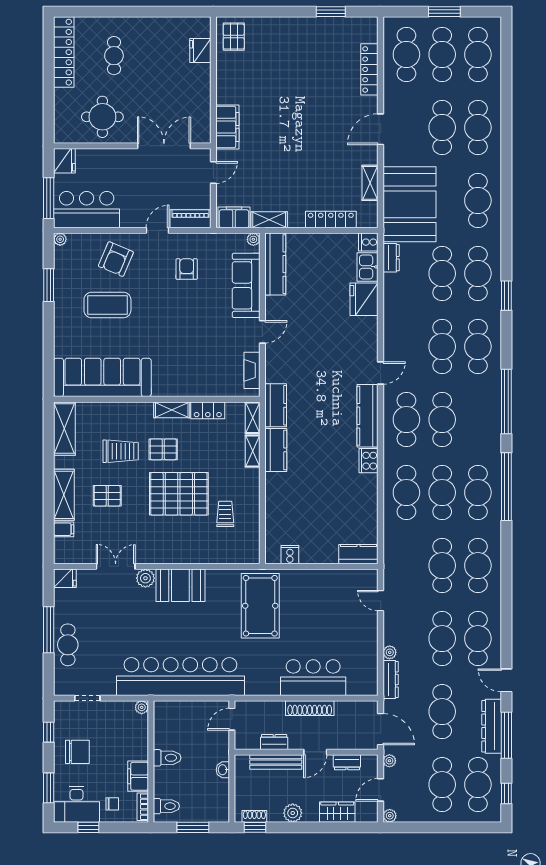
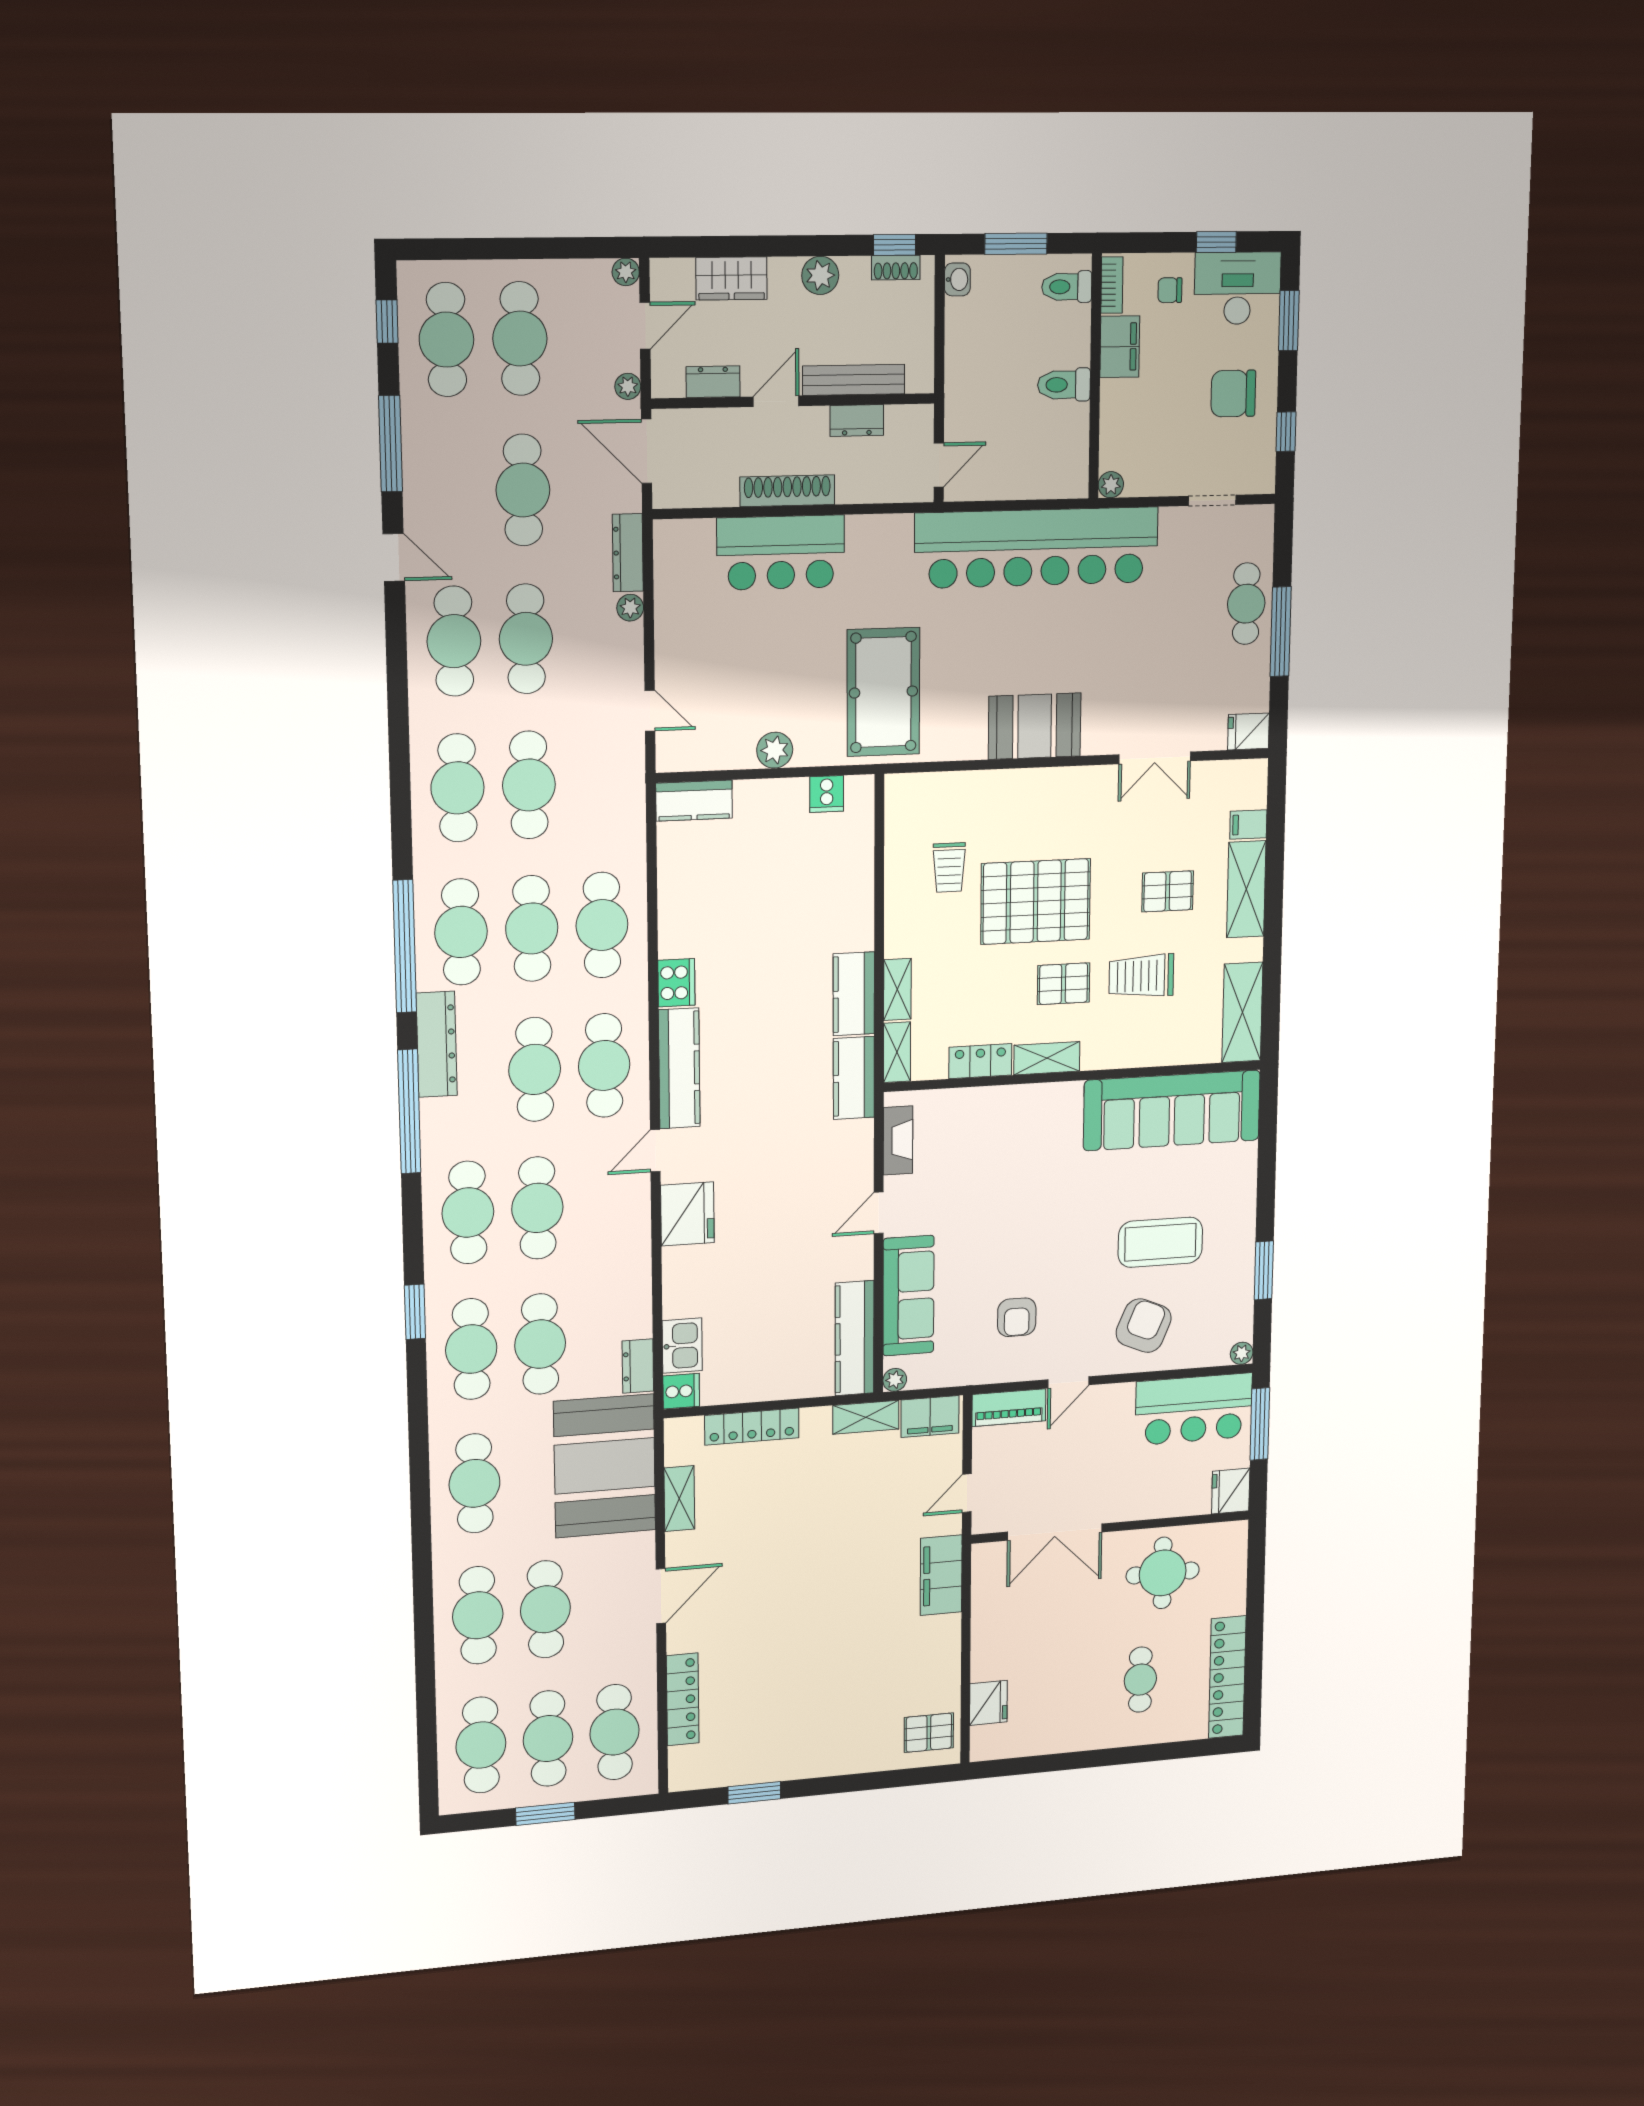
pallet: (234, 37) -> (929, 1733), turned 90
fridge: (364, 299) -> (687, 1214), moved
plant: (145, 578) -> (775, 750), moved
dresser: (492, 726) -> (437, 1044), moved
washbasin: (223, 770) -> (957, 279), moved

